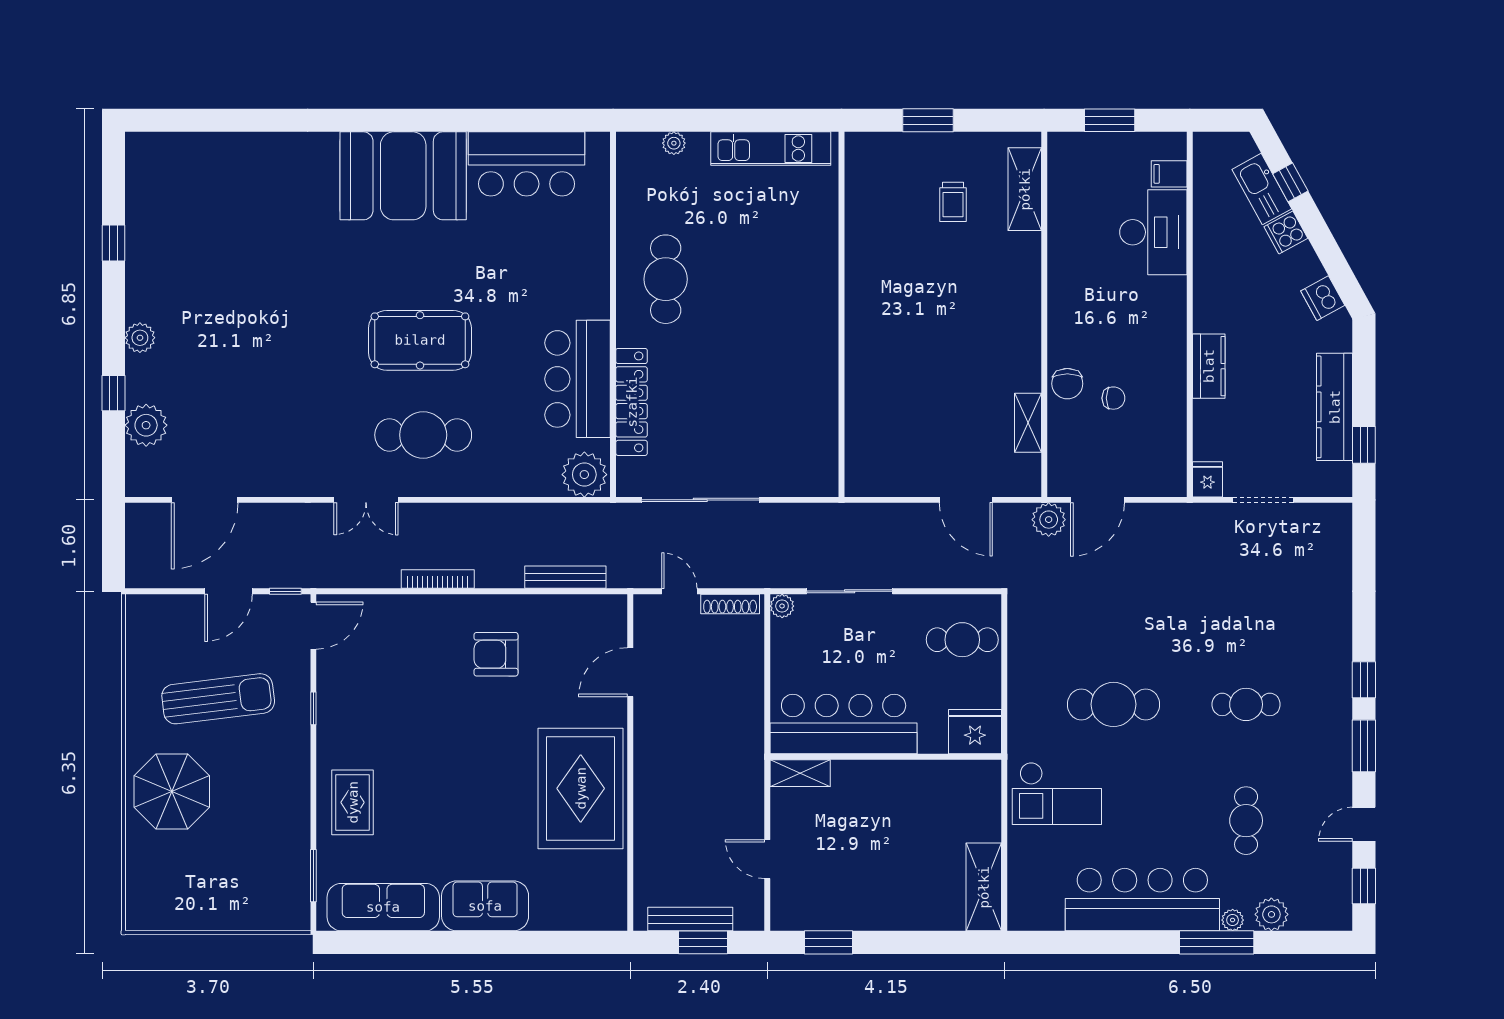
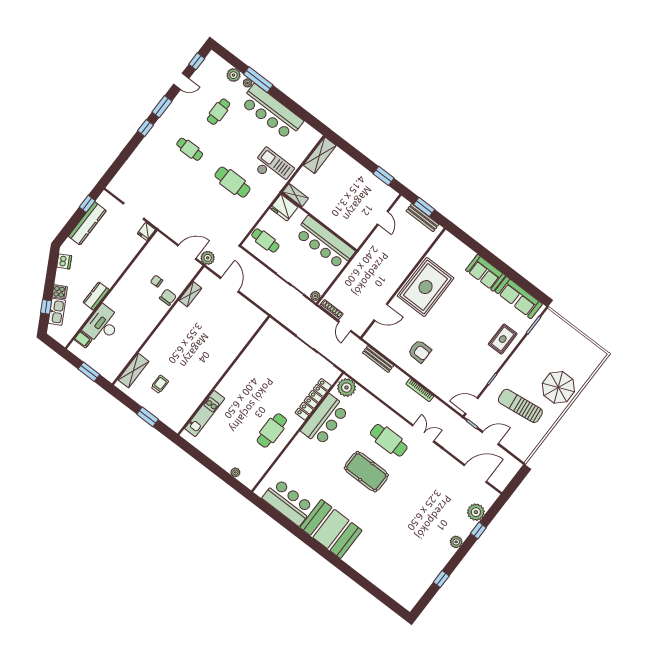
kitchen unit: (771, 149) -> (205, 414), moved, turned 90
kitchen counter: (1209, 366) -> (96, 296), moved
shelving: (800, 773) -> (296, 195), moved

